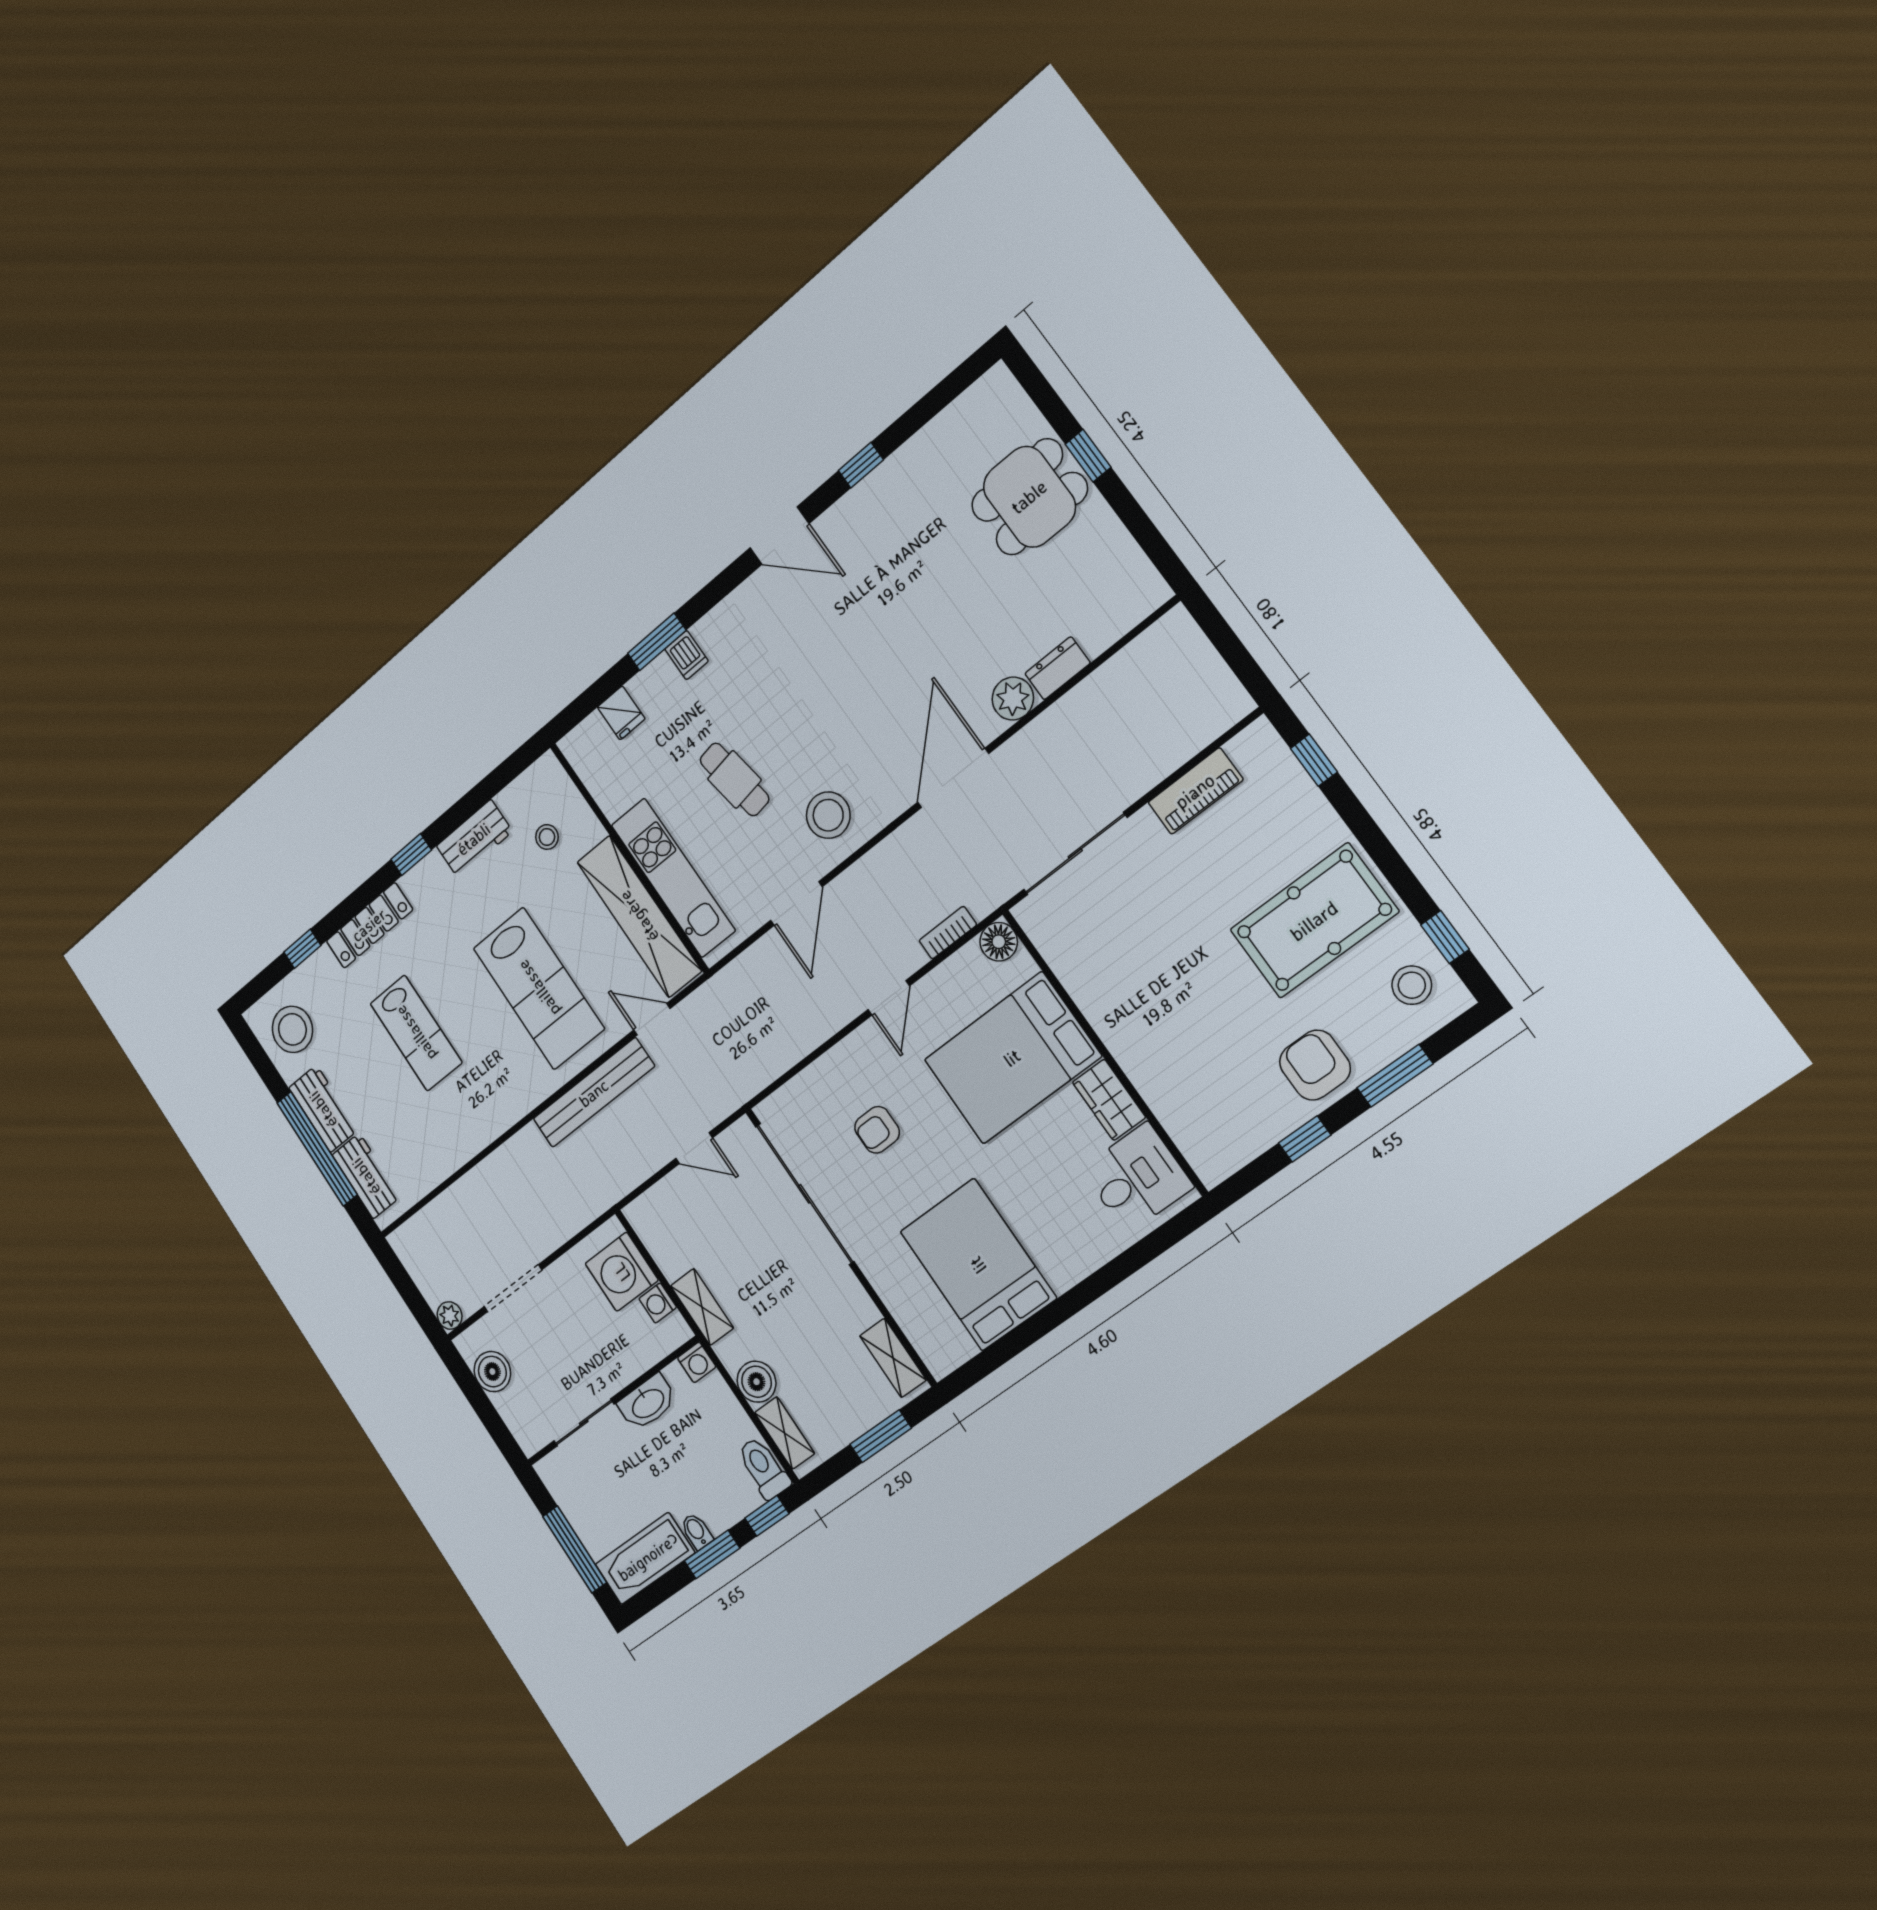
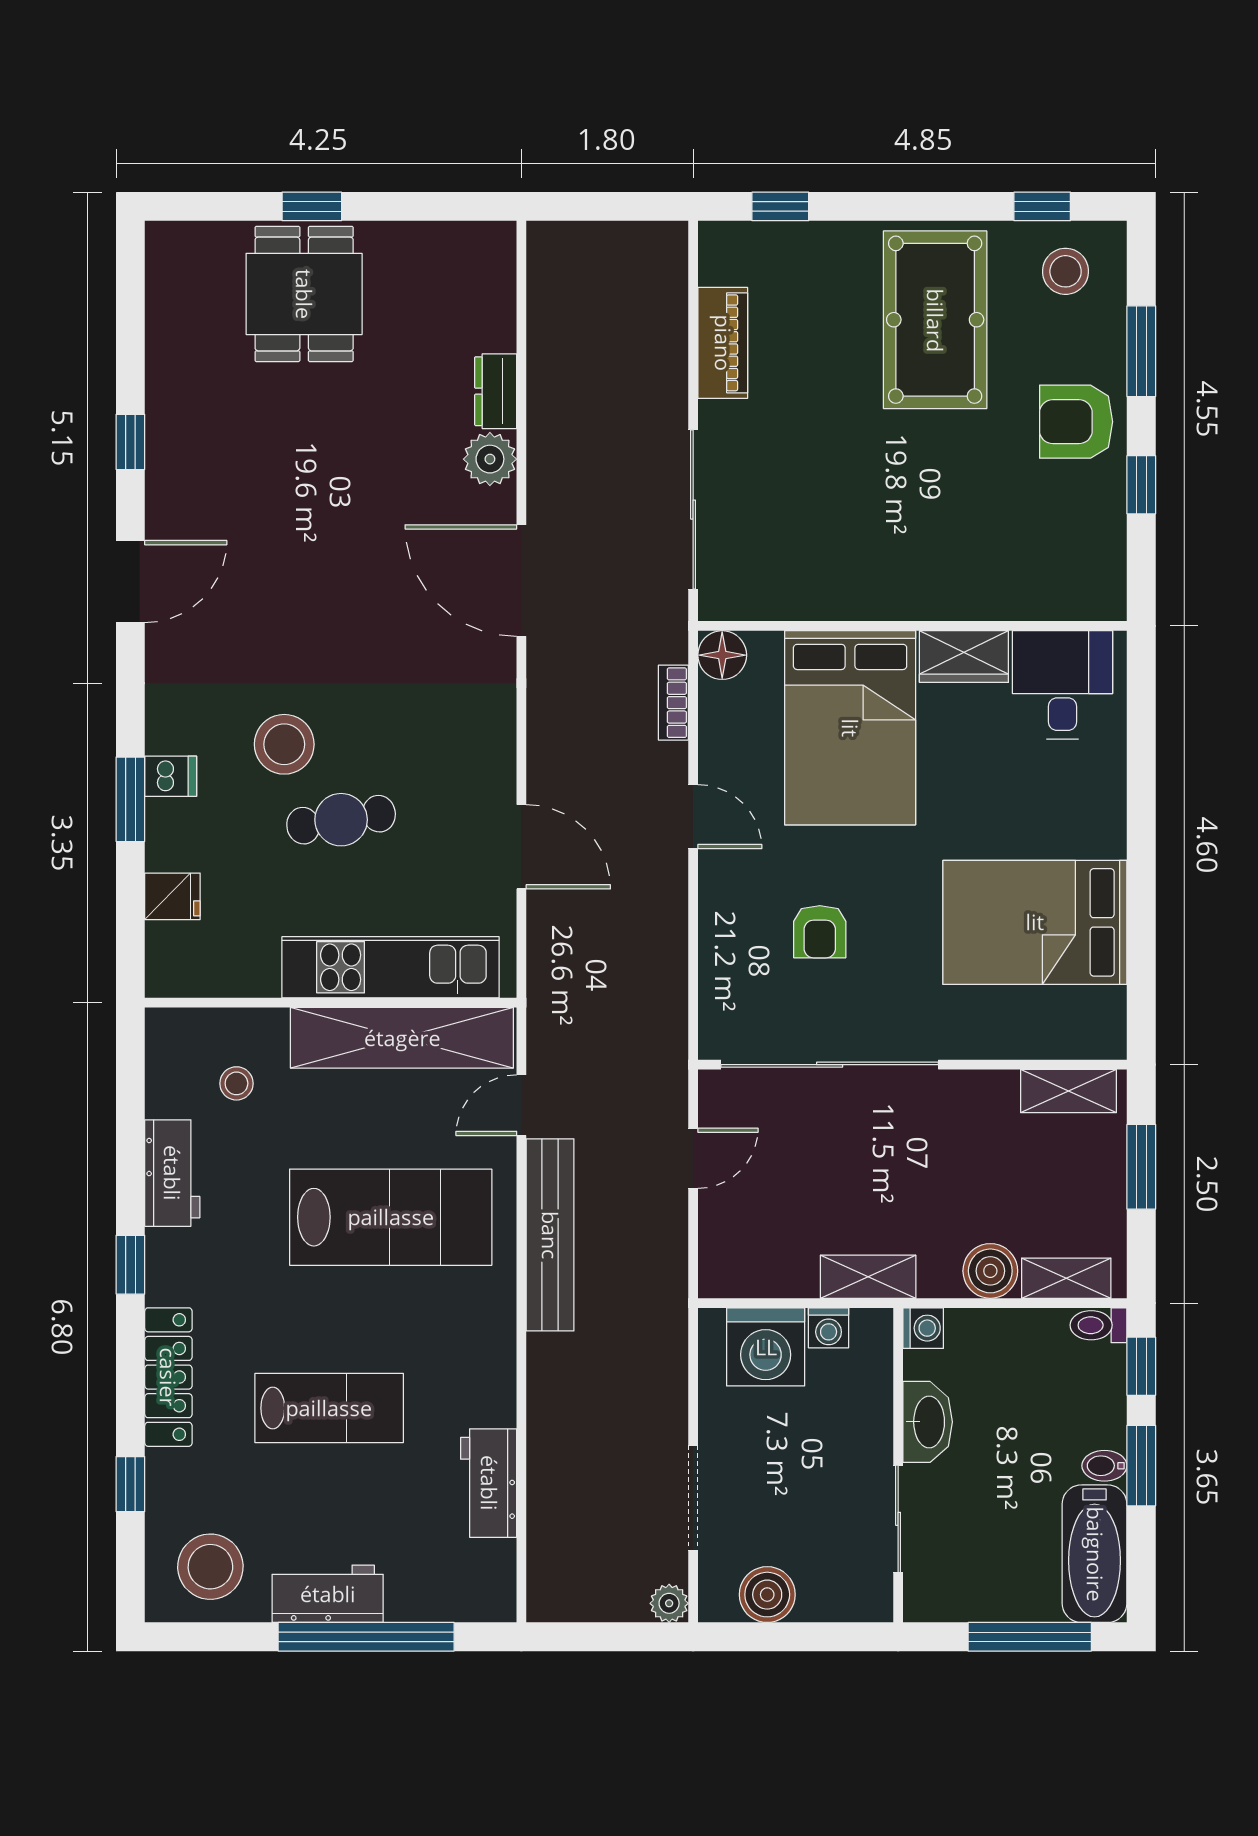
stool: (828, 815) -> (284, 744), moved
workbench: (366, 1176) -> (489, 1483), moved, turned -90
toilet: (764, 1468) -> (1099, 1325), width x0.73, depth x0.72

